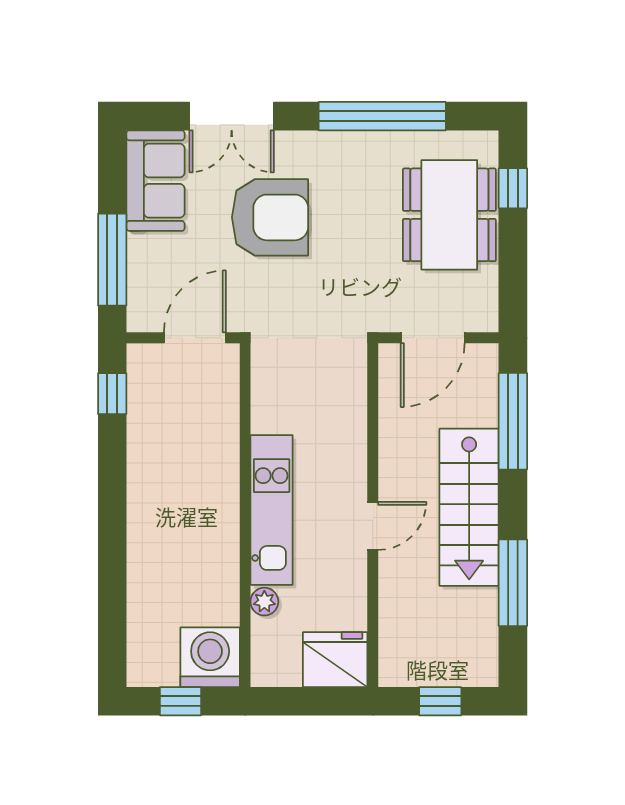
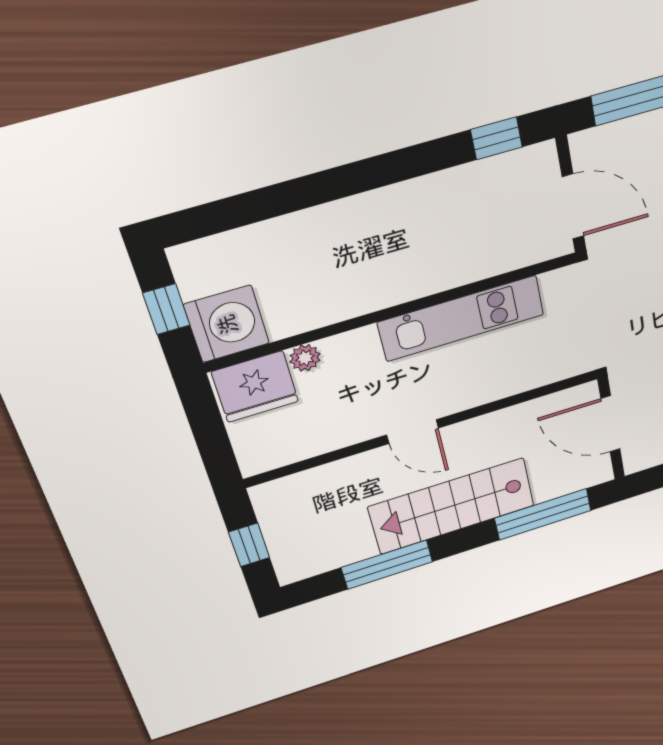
kitchen unit: (272, 510) -> (461, 318), moved
fridge: (335, 660) -> (255, 387), moved, turned 90

